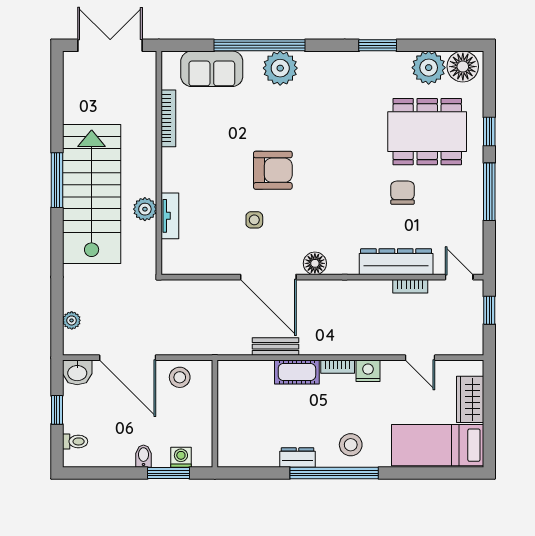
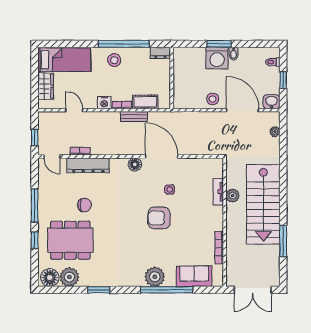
window: (57, 180) -> (283, 241), moved
chair: (402, 193) -> (84, 205), turned -90
bench: (276, 347) -> (134, 117), moved
wall: (215, 414) -> (172, 78), moved
washing machine: (181, 457) -> (217, 58), width x1.89, depth x1.89
dresser: (298, 458) -> (160, 53), moved

